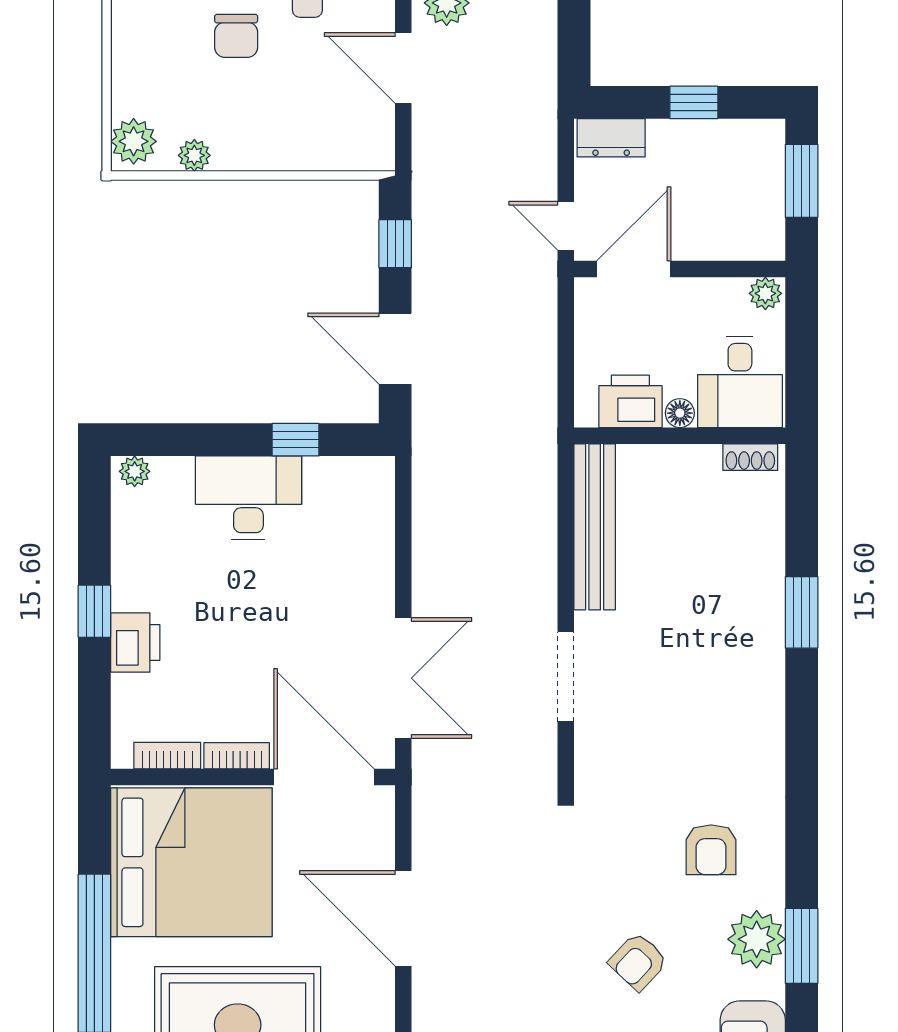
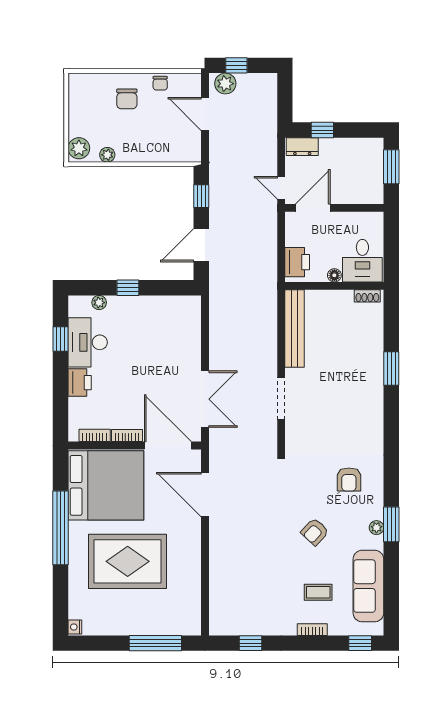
window: (694, 102) -> (322, 130), moved
plant: (765, 293) -> (374, 219), removed
door: (395, 349) -> (201, 245), hinge flipped
printer: (630, 401) -> (297, 262), moved, turned 90
window: (296, 440) -> (128, 288), moved
plant: (135, 471) -> (99, 303), moved
desk: (248, 498) -> (88, 342), moved, turned -90
window: (94, 611) -> (61, 339), moved
door: (403, 918) -> (205, 495), moved
plant: (757, 939) -> (376, 528), width x0.53, depth x0.53

